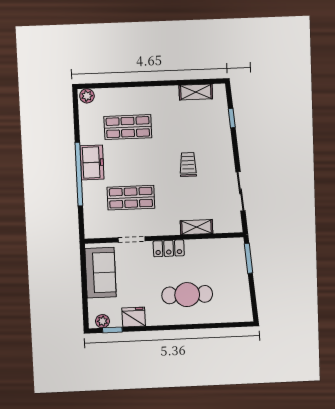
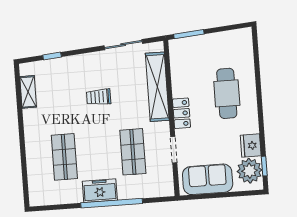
plant: (87, 96) -> (36, 197), removed
shelving: (196, 227) -> (157, 87), width x2.20, depth x1.33
plant: (102, 321) -> (250, 171), width x1.88, depth x1.88

